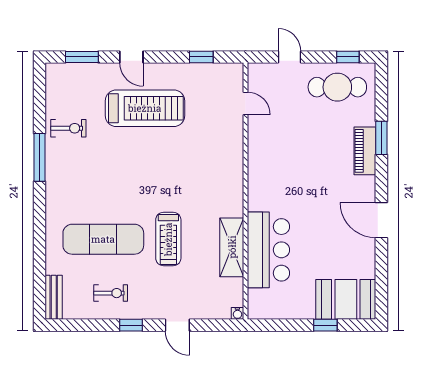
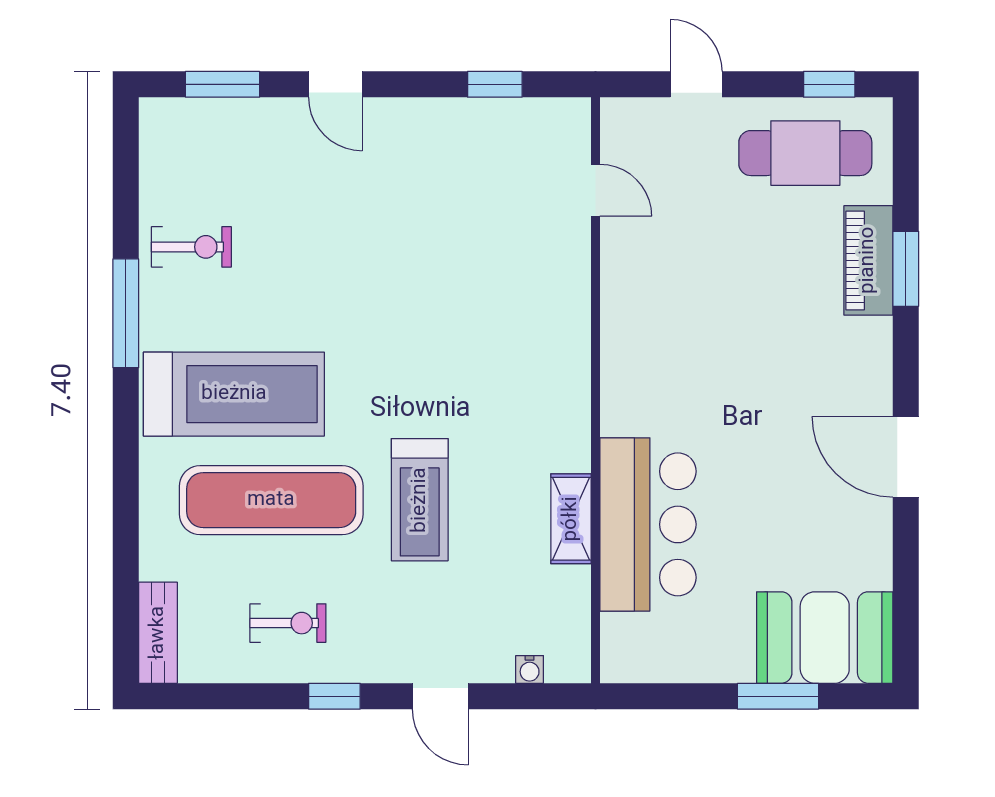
treadmill: (145, 108) -> (234, 394), moved
piano: (365, 151) -> (868, 260), moved
shelving: (232, 247) -> (571, 519), width x0.67, depth x0.75
water cooler: (237, 313) -> (530, 669), moved
window: (325, 325) -> (778, 696), width x1.50

